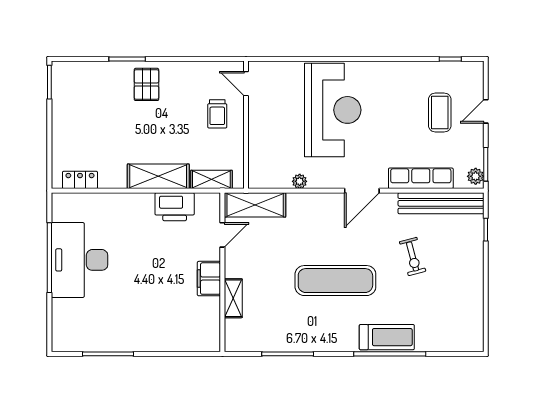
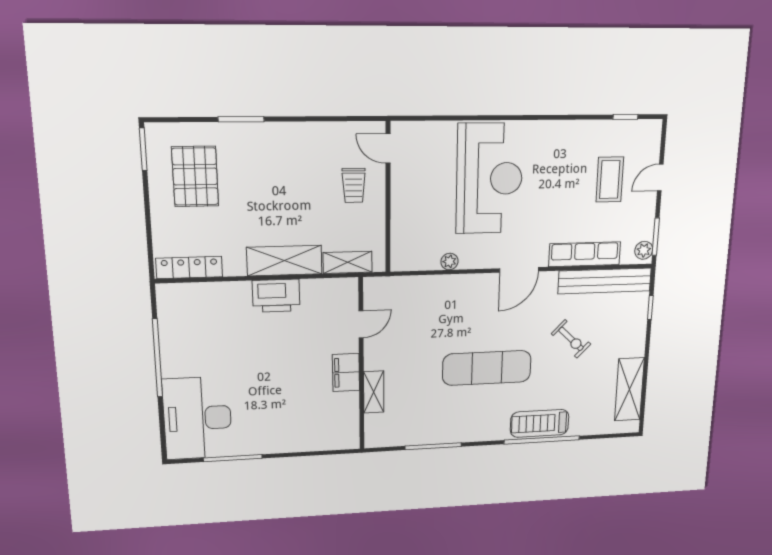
pallet: (146, 84) -> (195, 177), moved, width x1.50, depth x1.42
locker: (80, 180) -> (189, 268), width x1.53
shelving: (255, 205) -> (629, 389), moved, turned 90
printer: (175, 207) -> (276, 296), moved
exercise bike: (413, 256) -> (571, 339), turned -31
desk: (80, 260) -> (197, 418), moved
treadmill: (387, 337) -> (540, 423), turned 180

